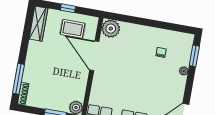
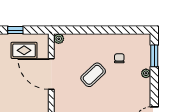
plant: (111, 29) -> (59, 39), width x0.53, depth x0.53
coffee table: (134, 63) -> (93, 75), added

